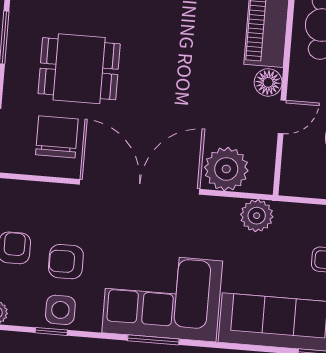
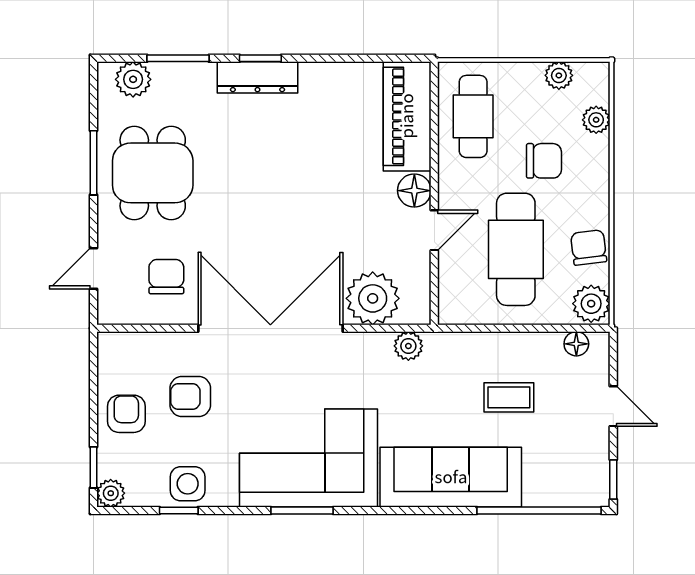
dining table: (79, 69) -> (153, 173), moved, turned 90
chair: (57, 137) -> (166, 277), width x0.73, depth x0.73
plant: (257, 216) -> (408, 346), width x0.73, depth x0.73
armchair: (66, 262) -> (190, 396), moved

